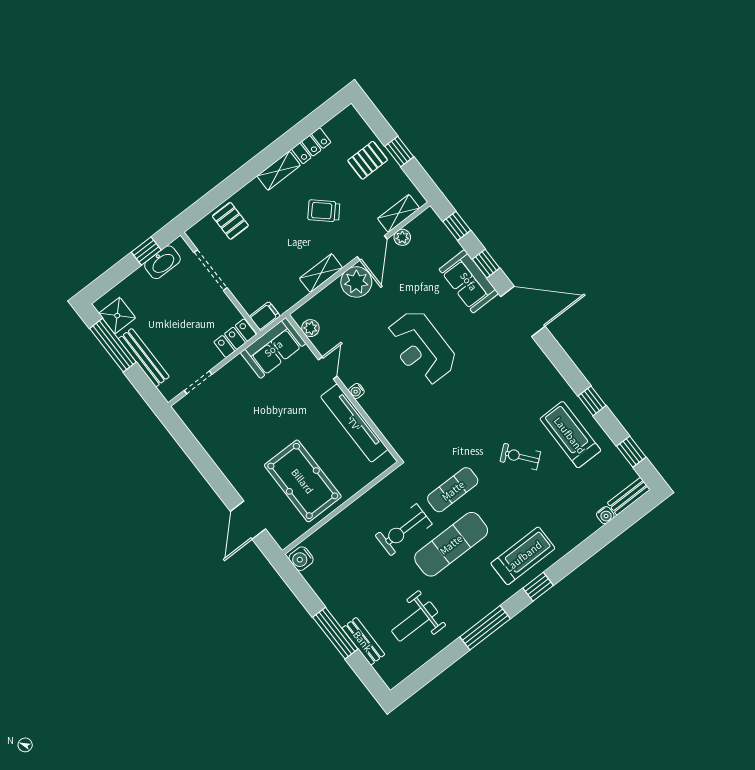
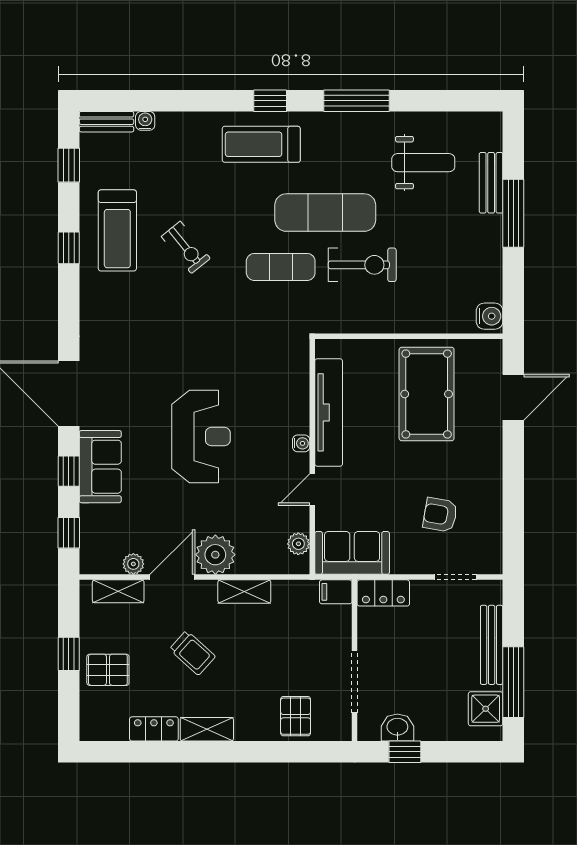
washbasin: (162, 262) -> (397, 728), width x0.72
armchair: (237, 413) -> (440, 515), added

